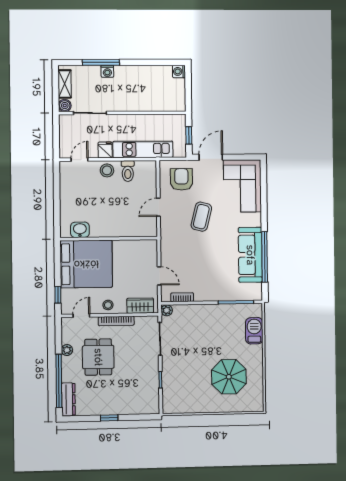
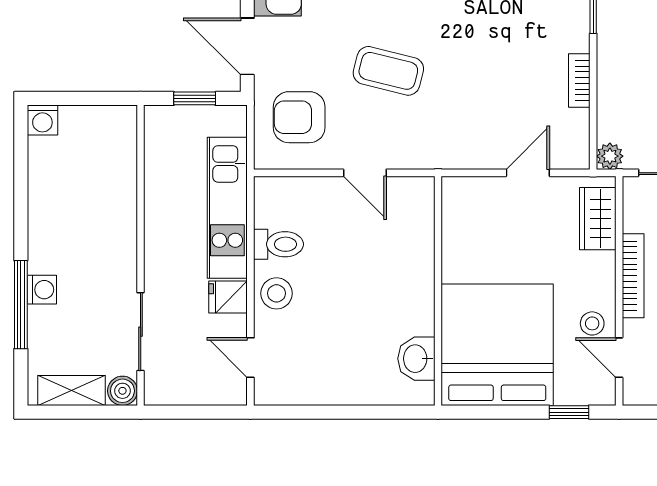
bookcase: (182, 297) -> (579, 80), moved
stool: (108, 305) -> (592, 323), moved

